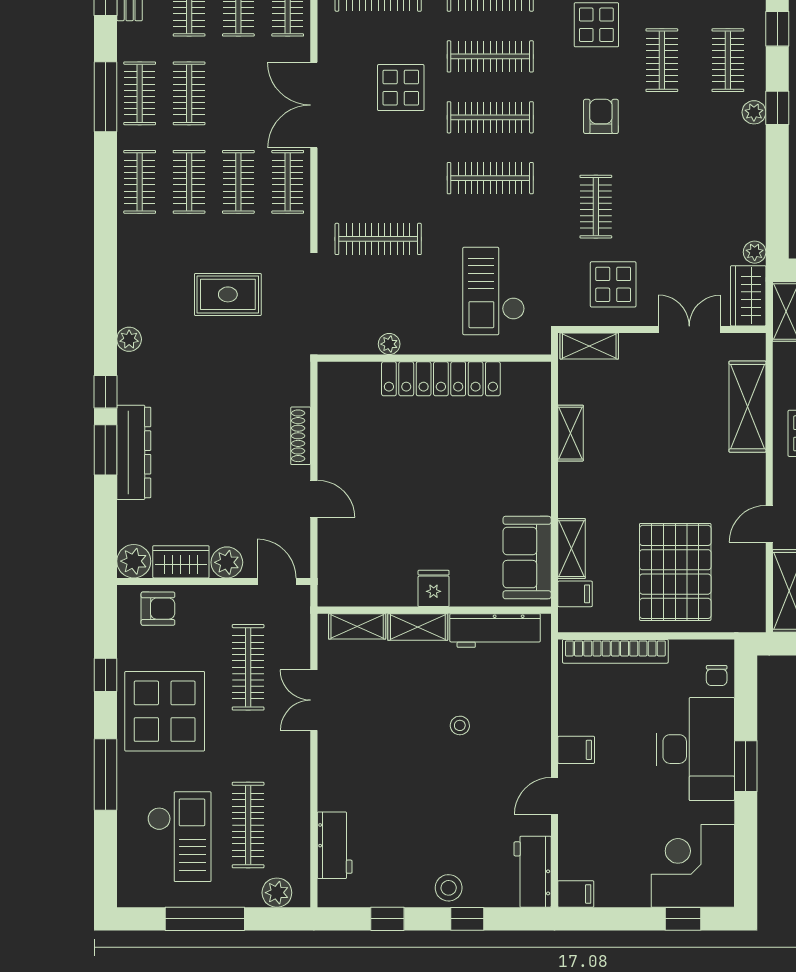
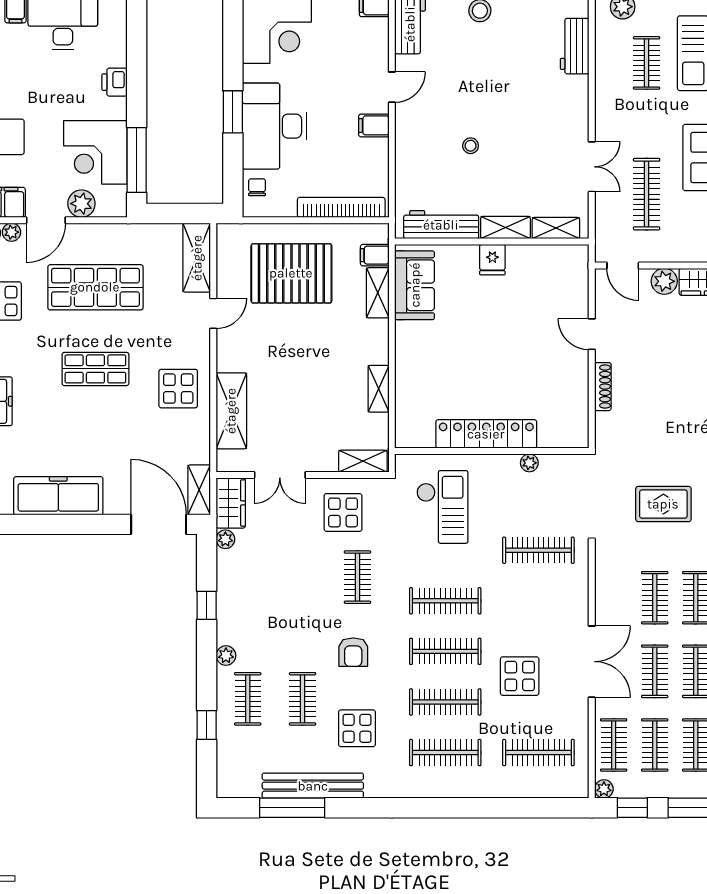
window: (777, 108) -> (207, 605), moved
clothes rail: (288, 182) -> (655, 671), moved
pallet: (675, 572) -> (291, 273), turned 90
clothes rail: (248, 825) -> (647, 63), width x0.73

